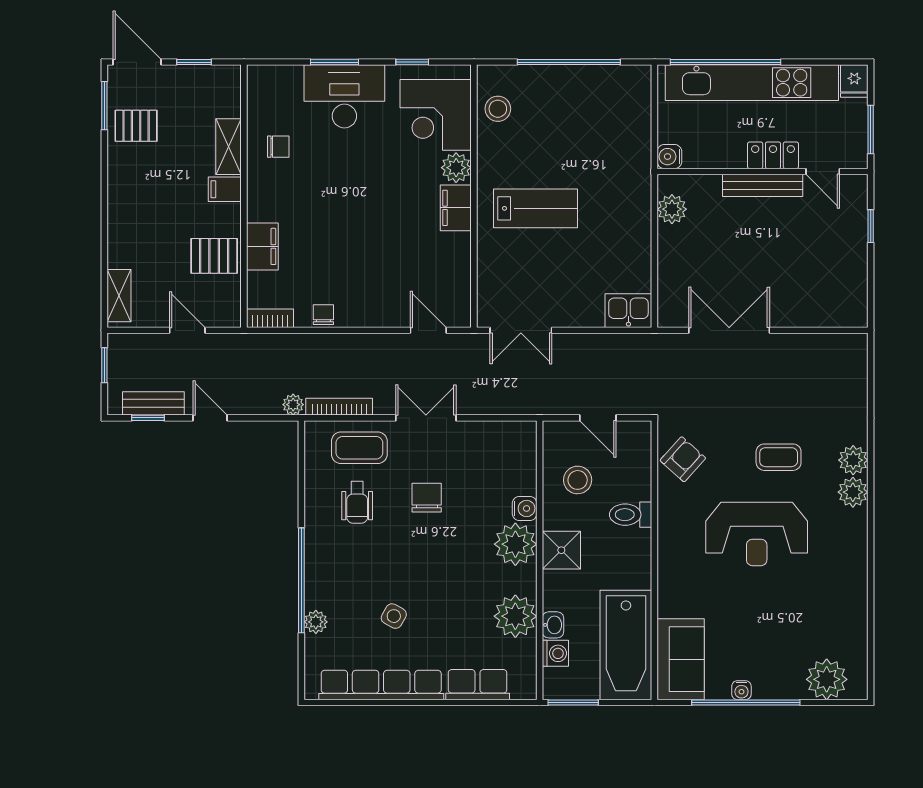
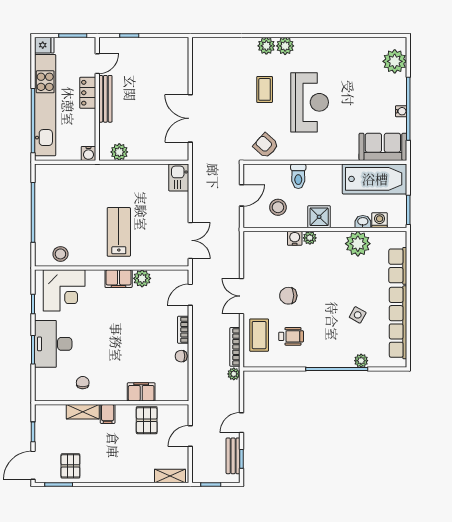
plant: (456, 168) -> (142, 278), moved
bookcase: (270, 318) -> (183, 330), moved
plant: (515, 544) -> (310, 238), width x0.53, depth x0.53

